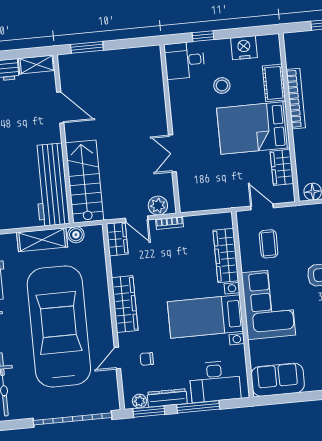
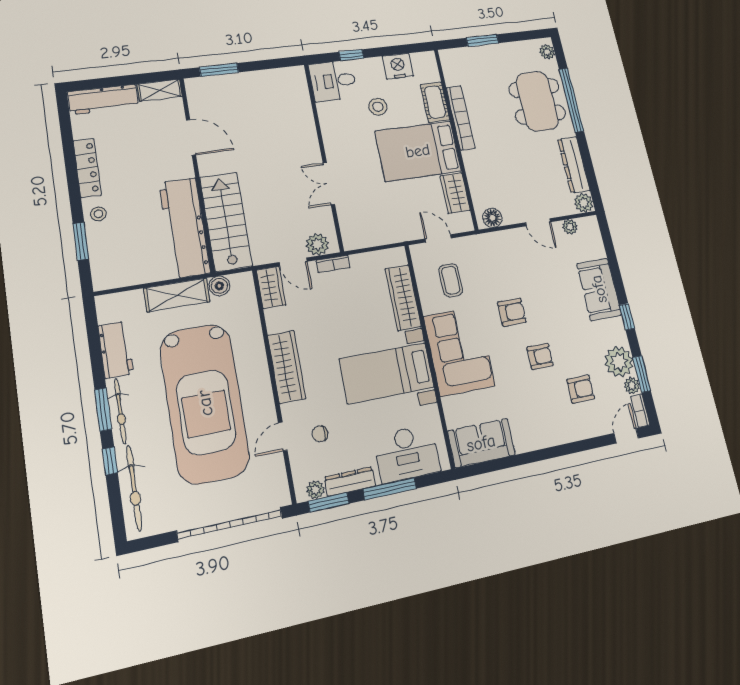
car: (59, 326) -> (205, 403), turned 180

